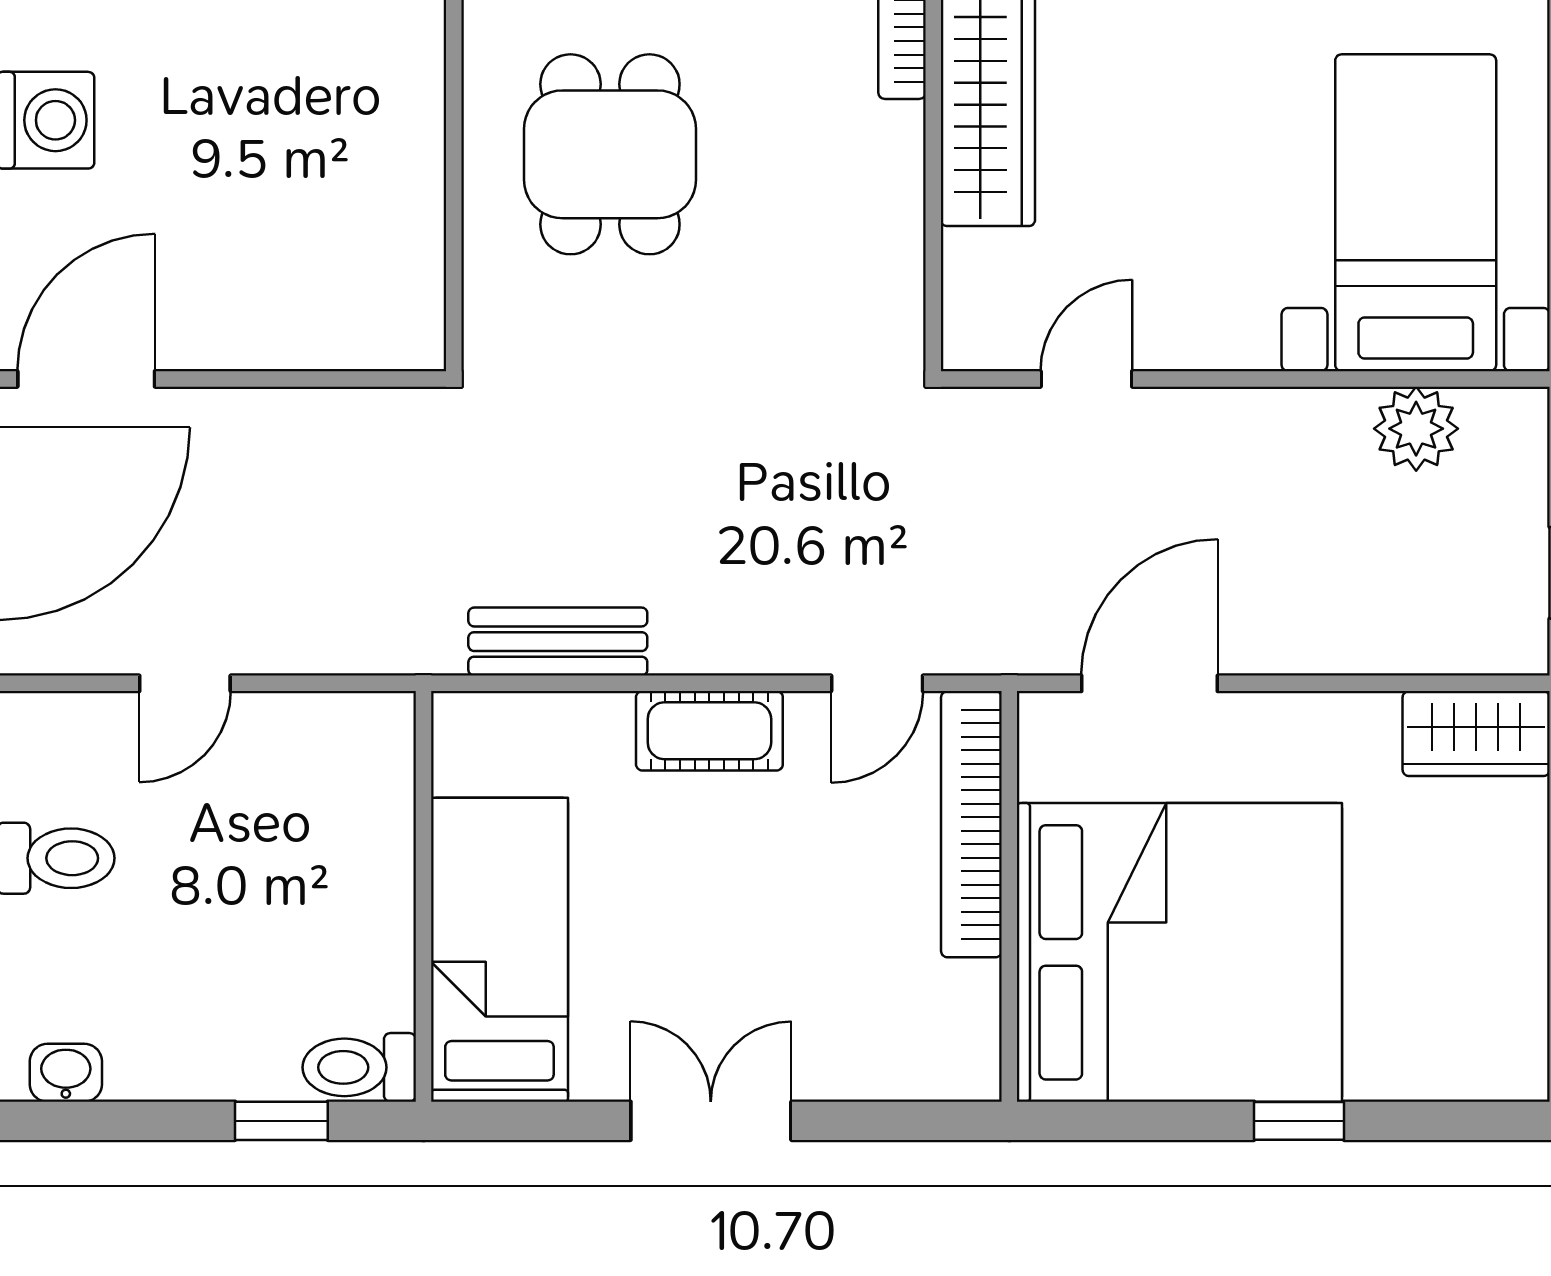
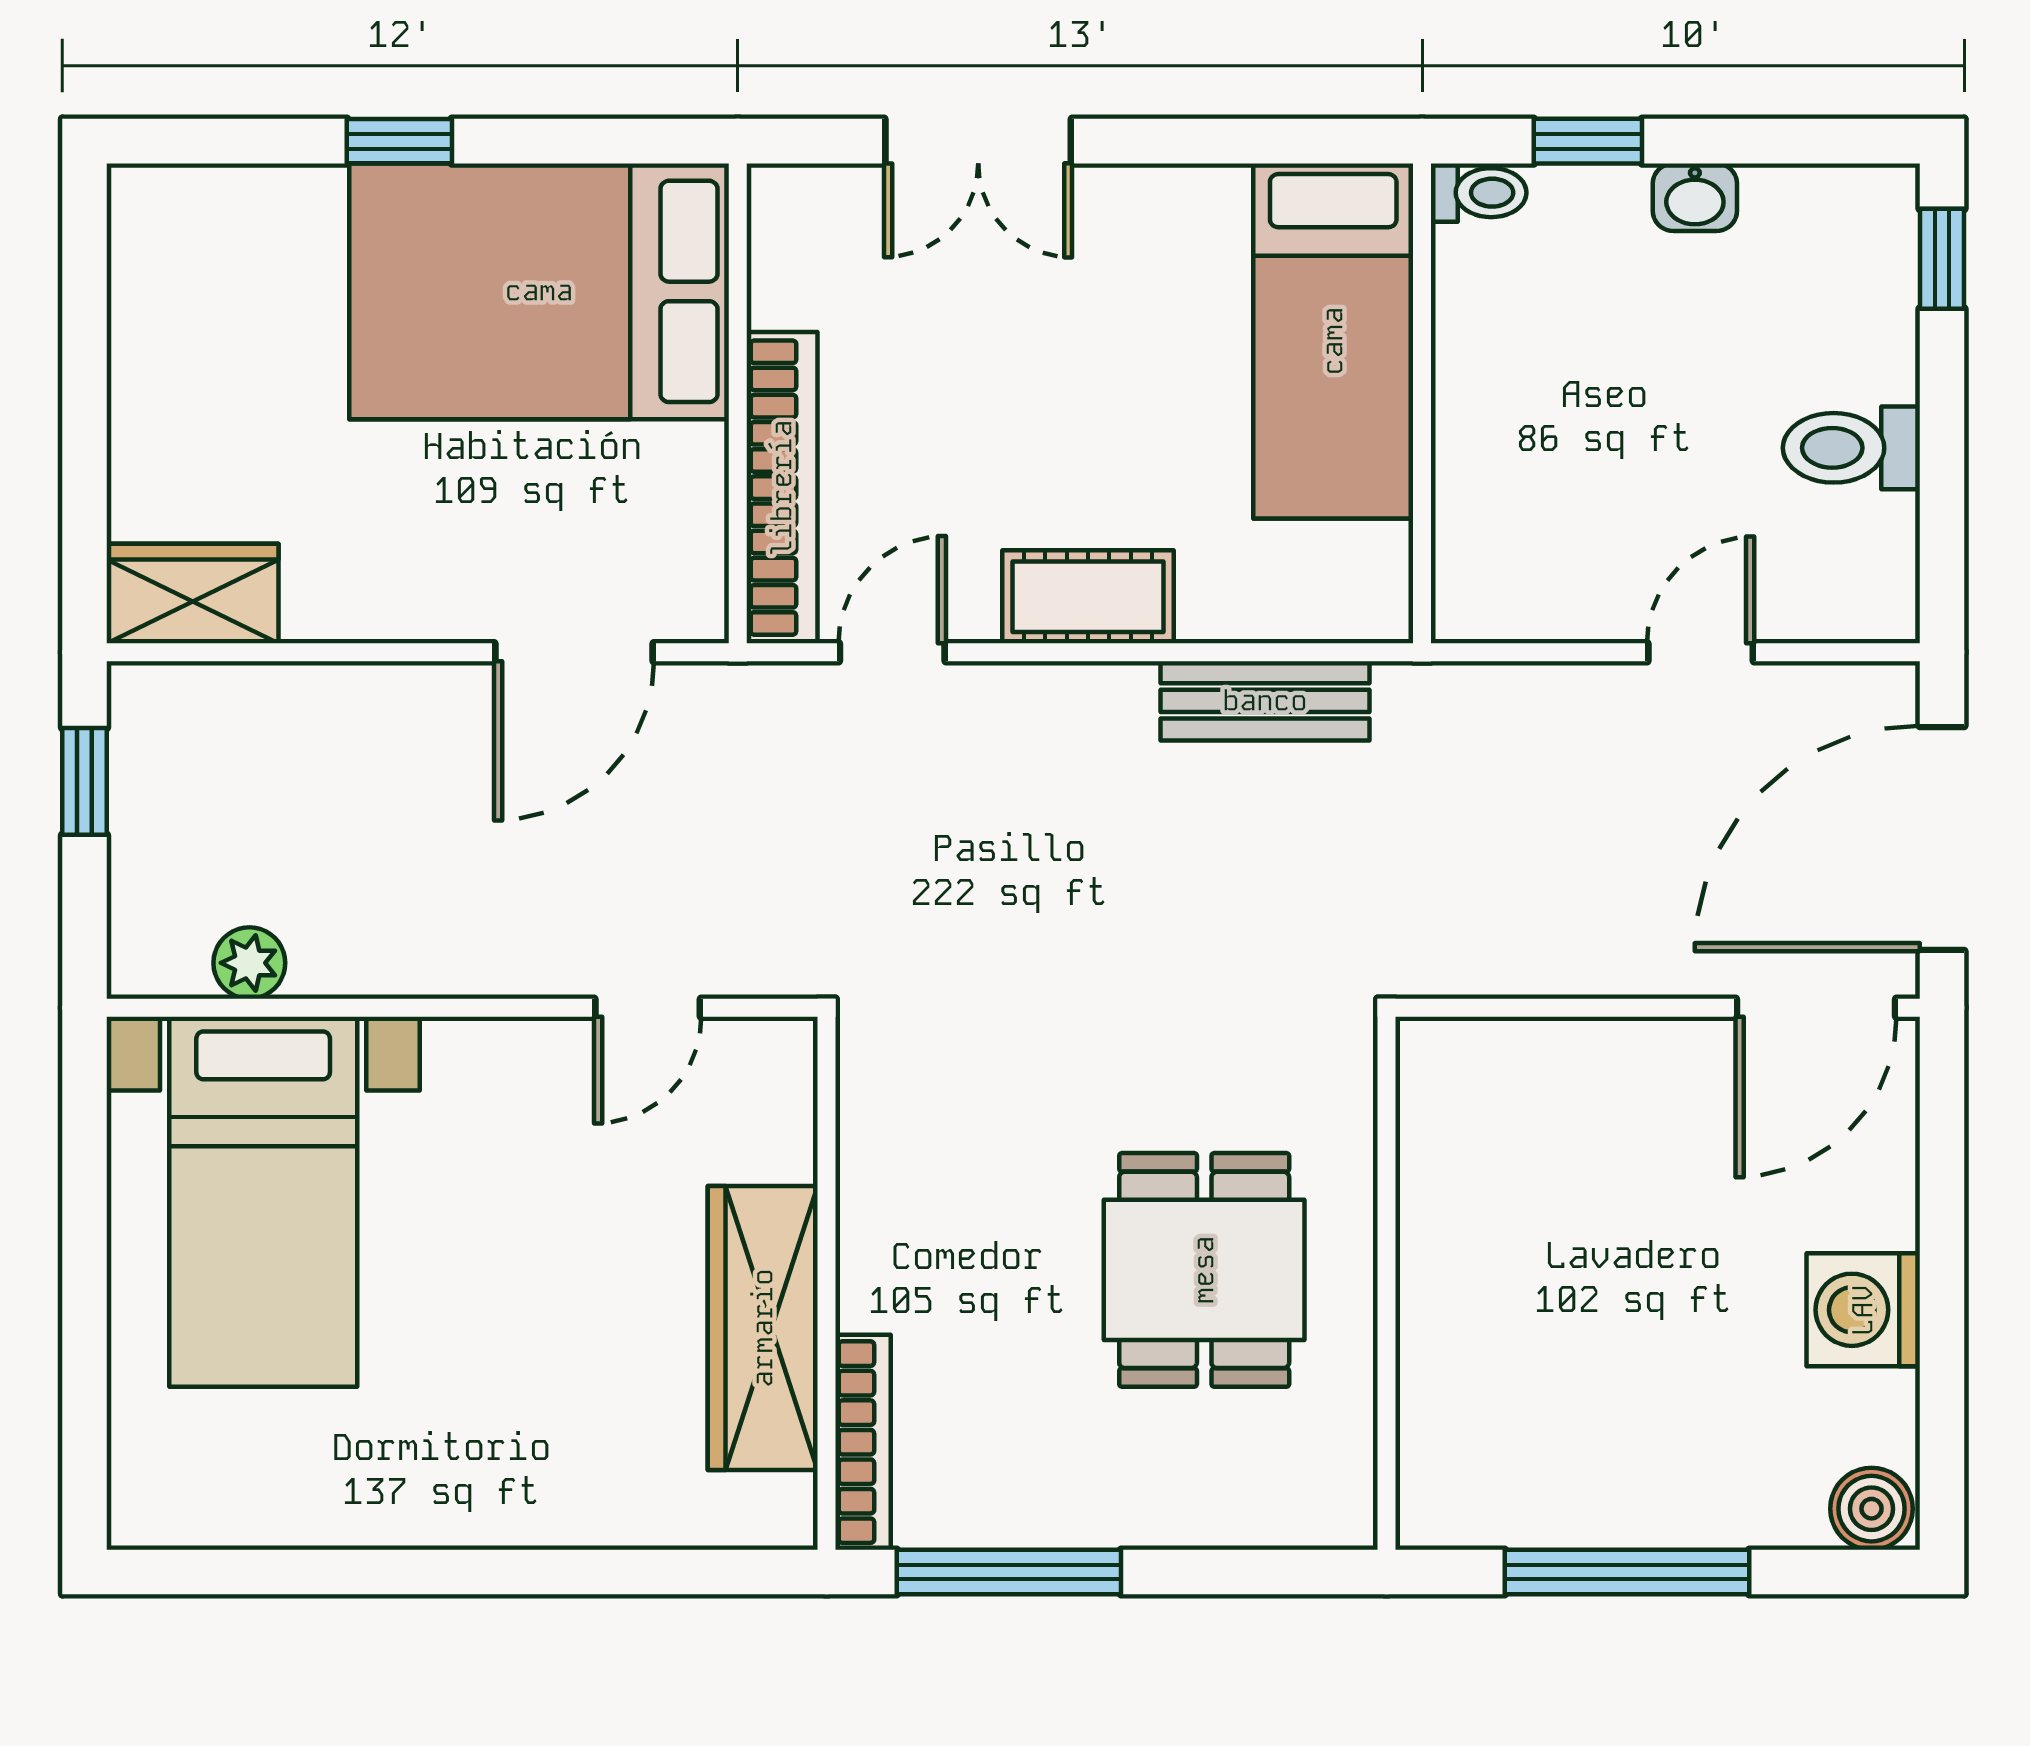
plant: (1416, 429) -> (249, 963), width x0.73, depth x0.73
bed: (1179, 952) -> (539, 291), width x0.73
toilet: (359, 1067) -> (1479, 193), width x0.73, depth x0.72
washbasin: (66, 1073) -> (1695, 197), moved
double door: (711, 1121) -> (978, 141), moved

